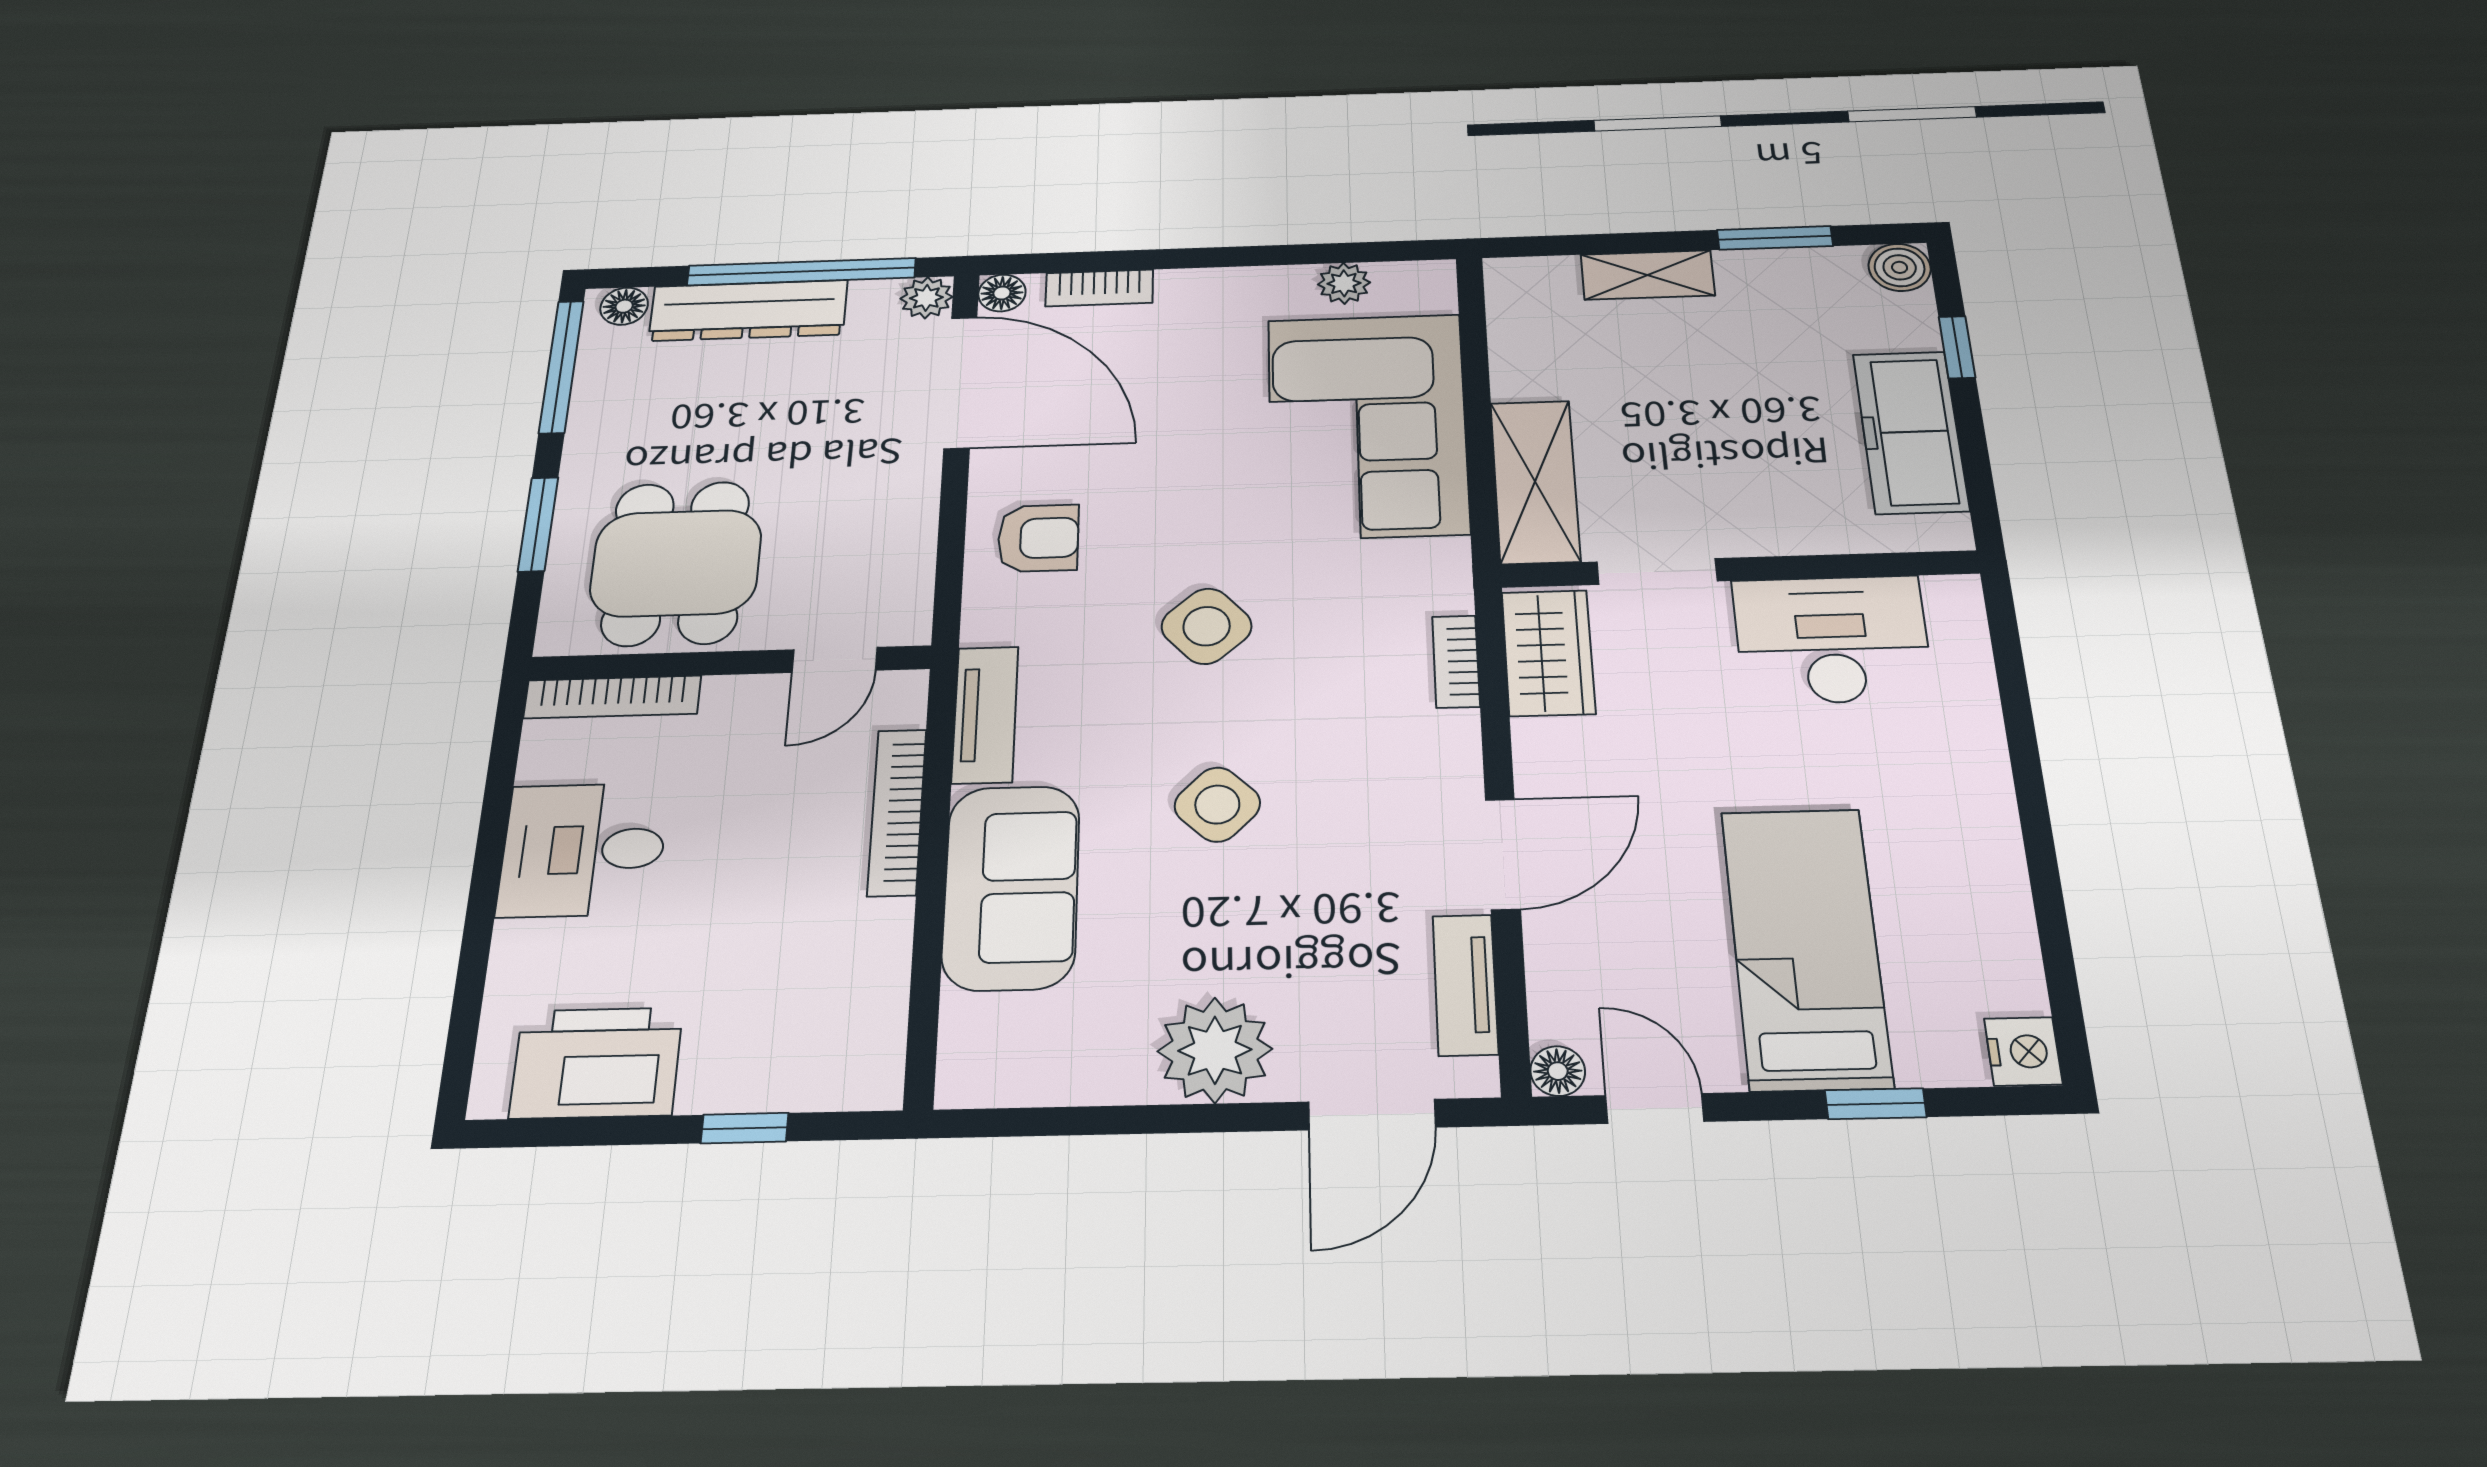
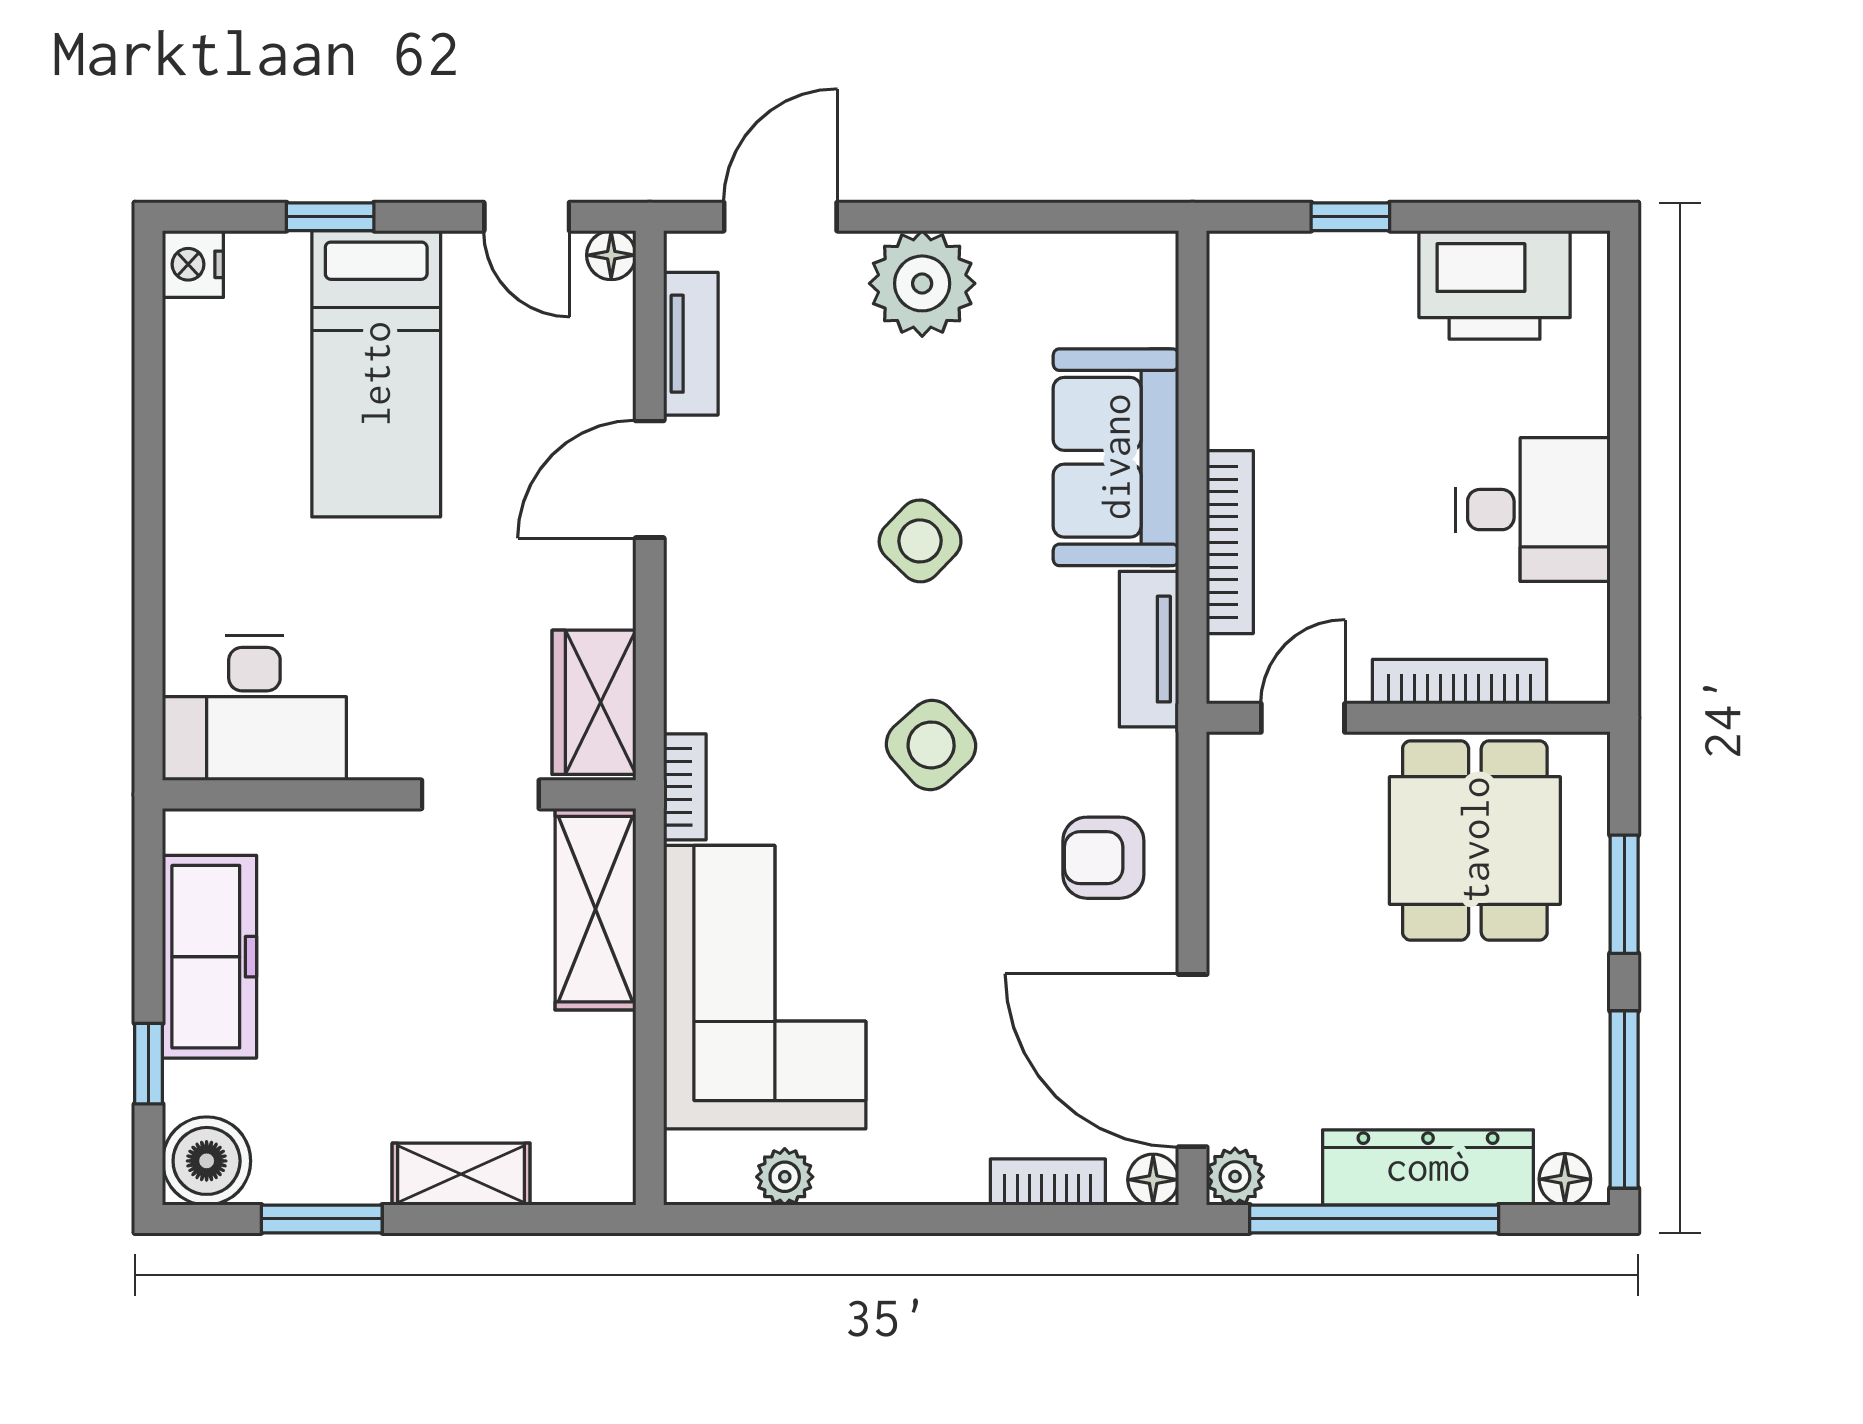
boiler: (1900, 267) -> (207, 1161), width x1.36, depth x1.36
desk: (1832, 640) -> (254, 708), moved
bookcase: (1456, 662) -> (685, 787), moved
bookcase: (612, 697) -> (1459, 682), moved

